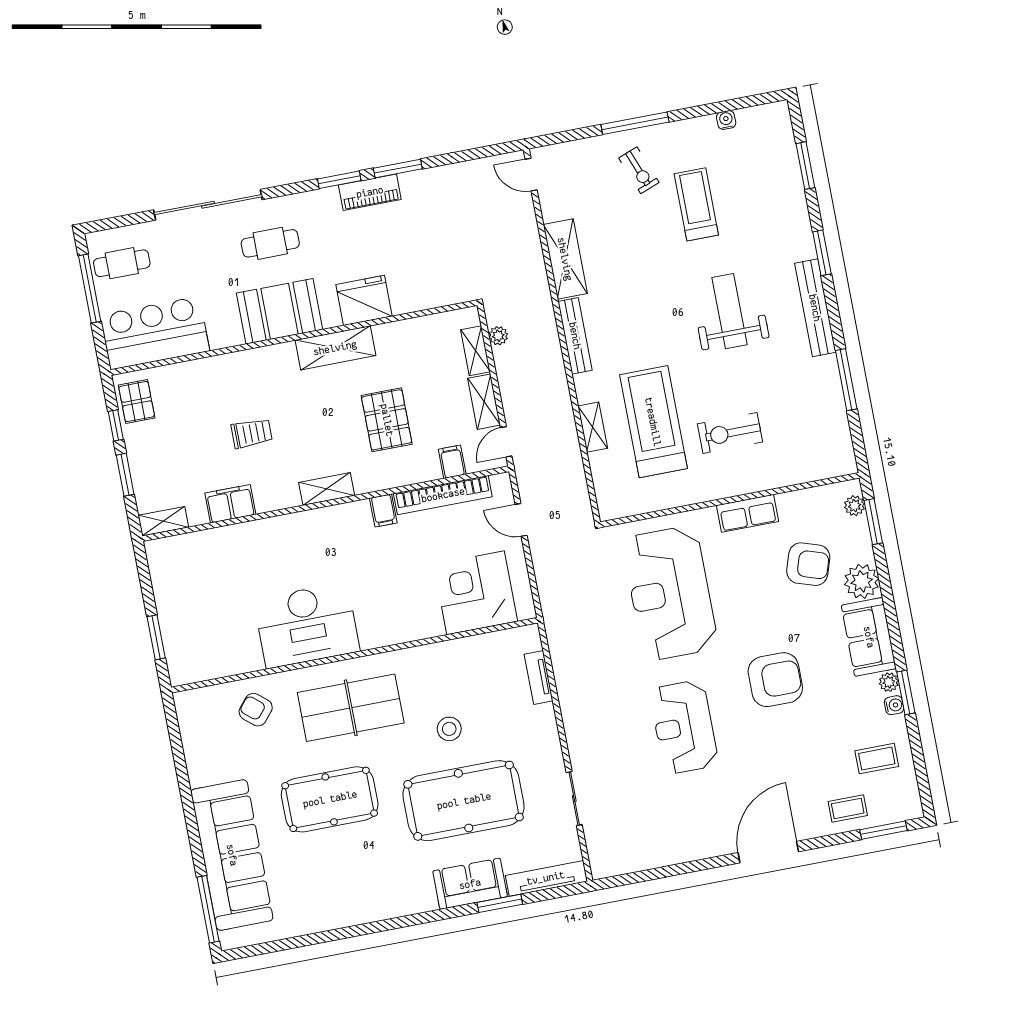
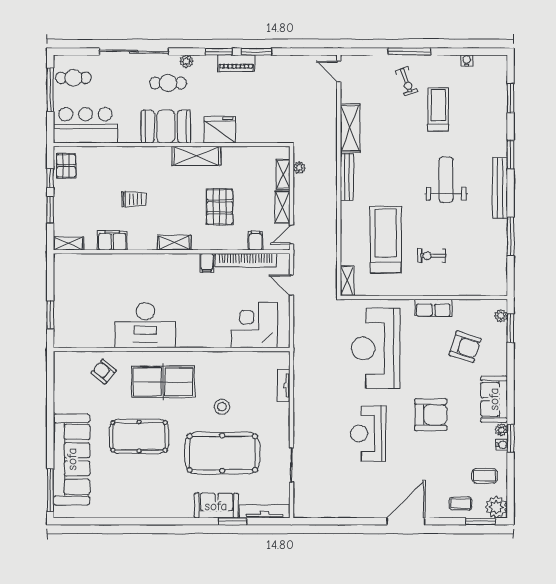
plant: (292, 204) -> (186, 61), added
shelving: (593, 427) -> (347, 281), moved
exercise bike: (730, 433) -> (432, 256), width x0.73, depth x0.72
plant: (862, 581) -> (496, 507), moved

